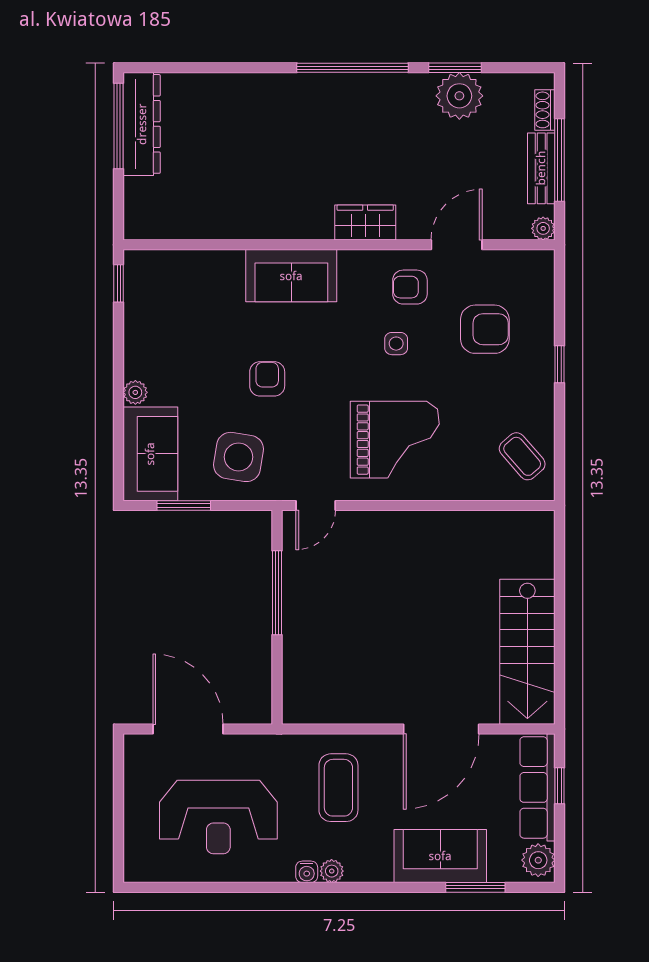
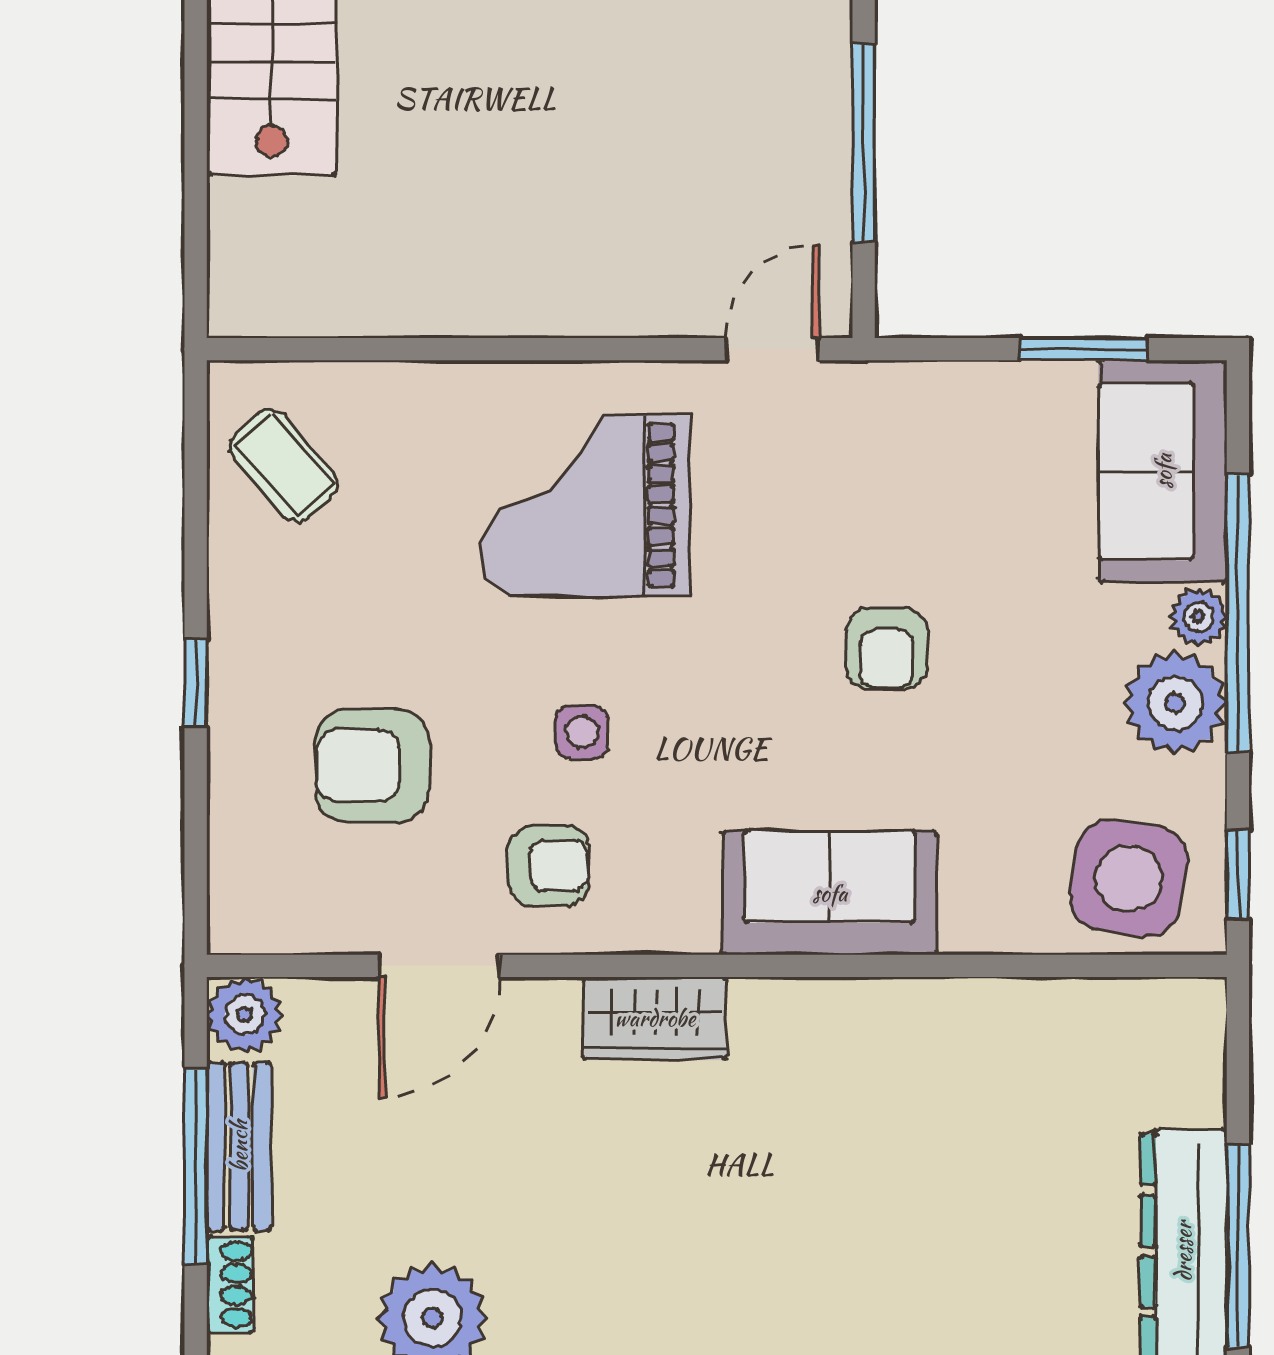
plant: (543, 228) -> (245, 1015), width x1.38, depth x1.38
plant: (145, 356) -> (1175, 703), added
window: (119, 394) -> (1238, 613), added
side table: (238, 457) -> (1129, 878), moved

